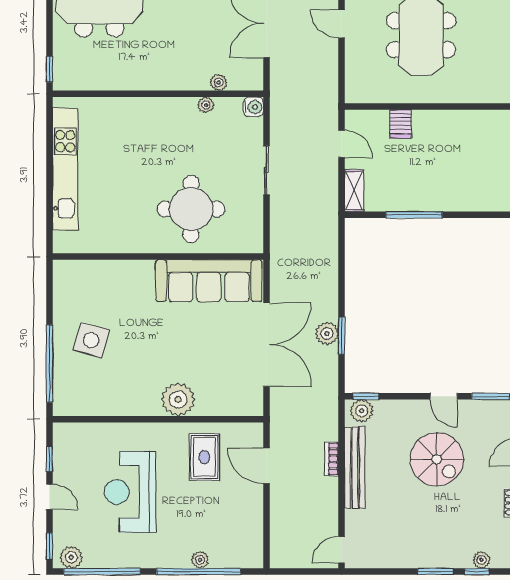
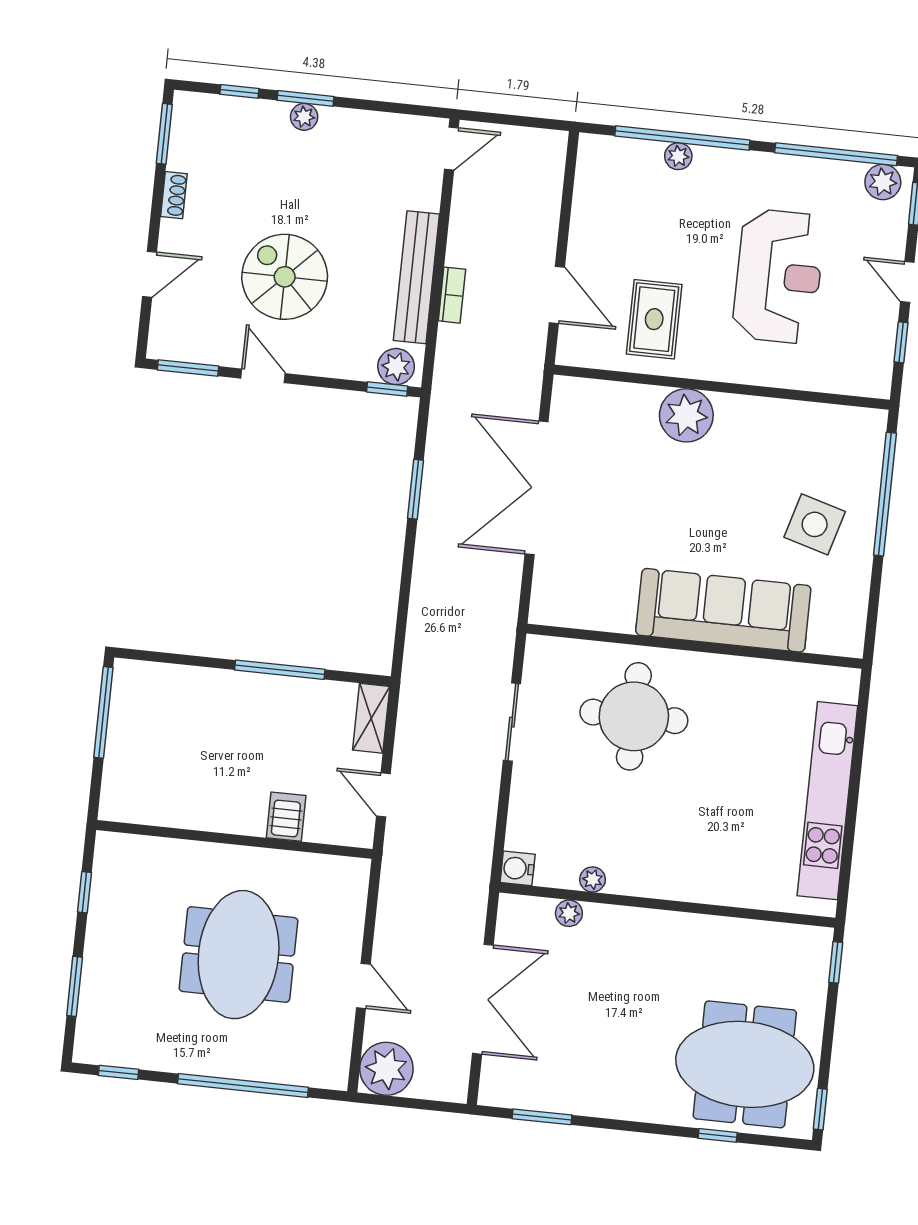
sliding door: (266, 170) -> (512, 722), moved
sofa: (209, 281) -> (723, 610), moved
plant: (327, 334) -> (438, 495), removed
plant: (481, 560) -> (304, 117), moved

